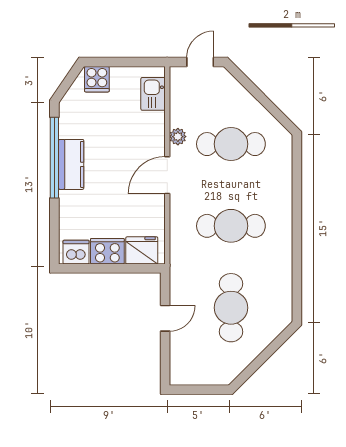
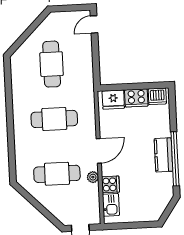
cooker: (97, 79) -> (110, 184), moved, turned 90
door: (165, 318) -> (94, 24), moved

